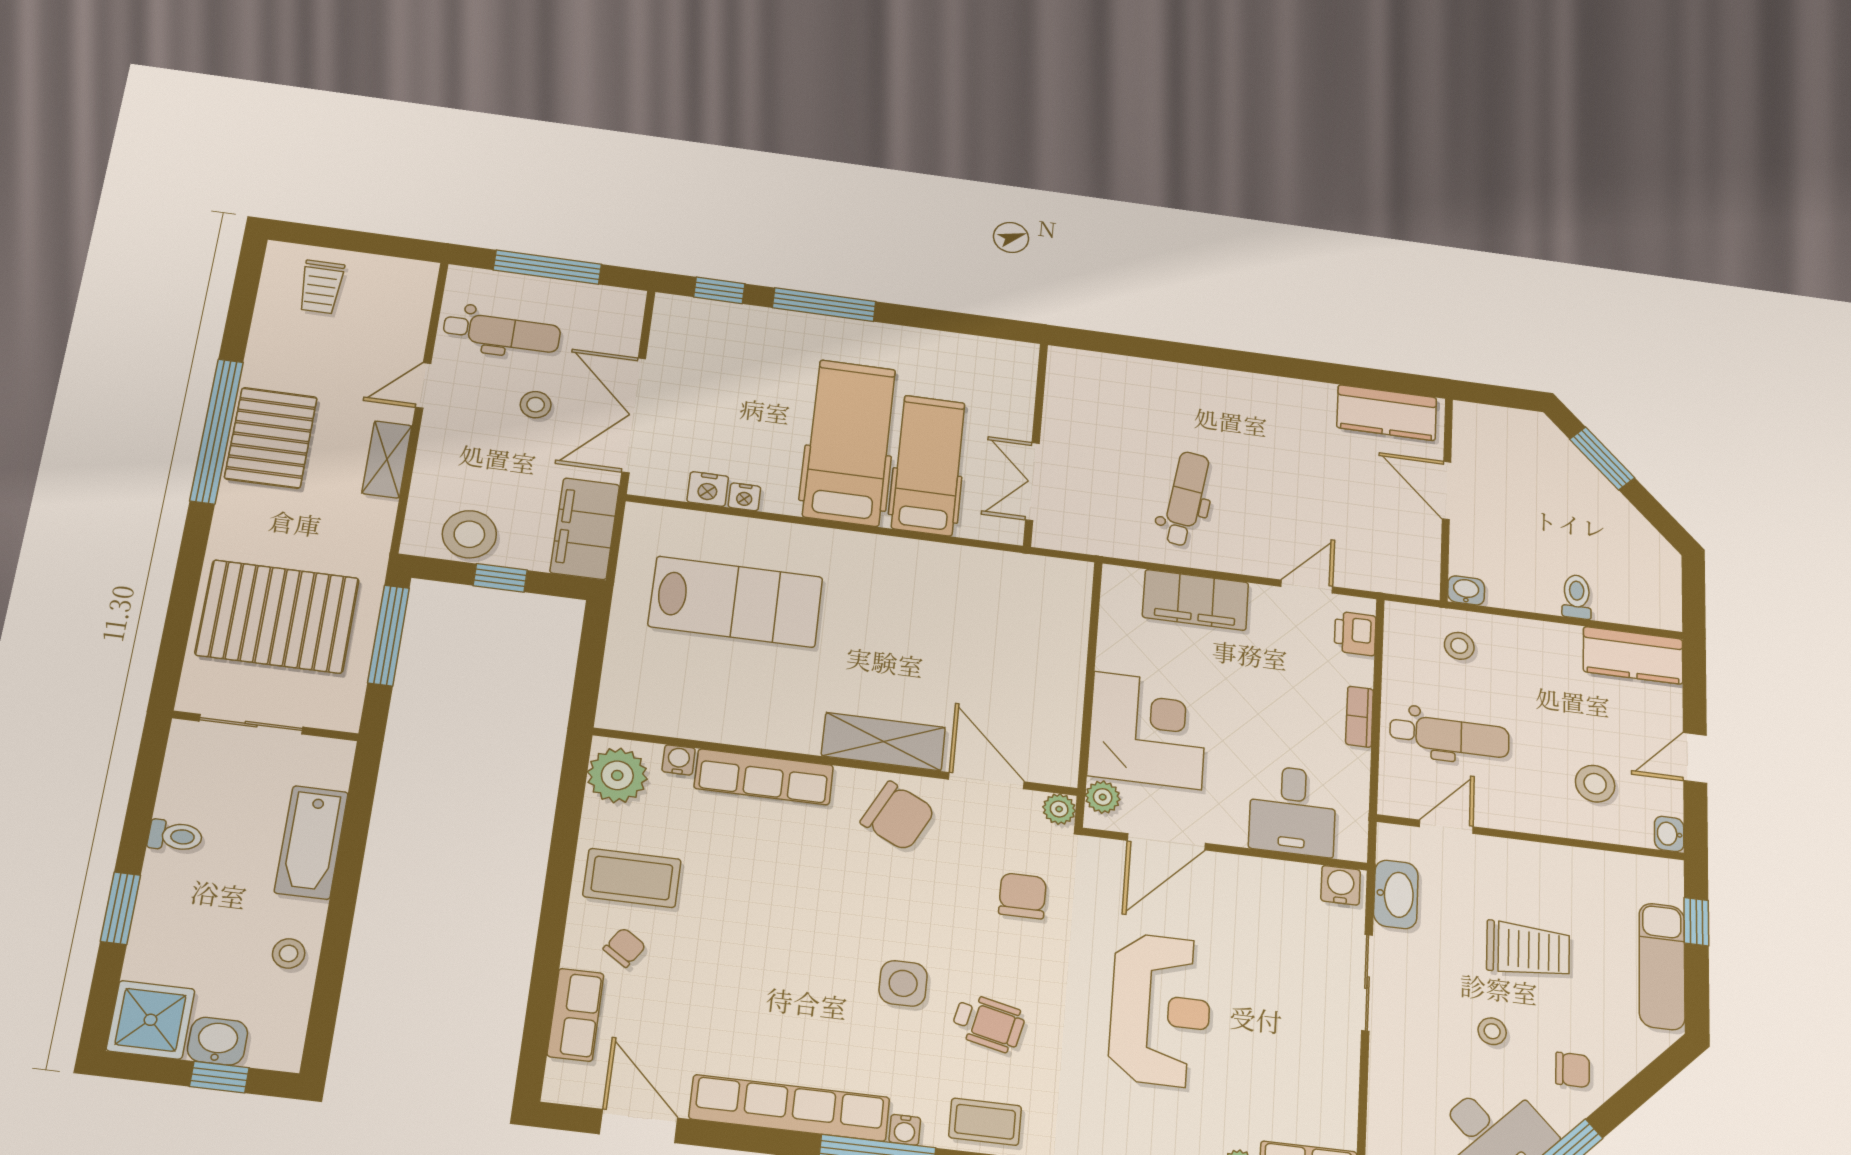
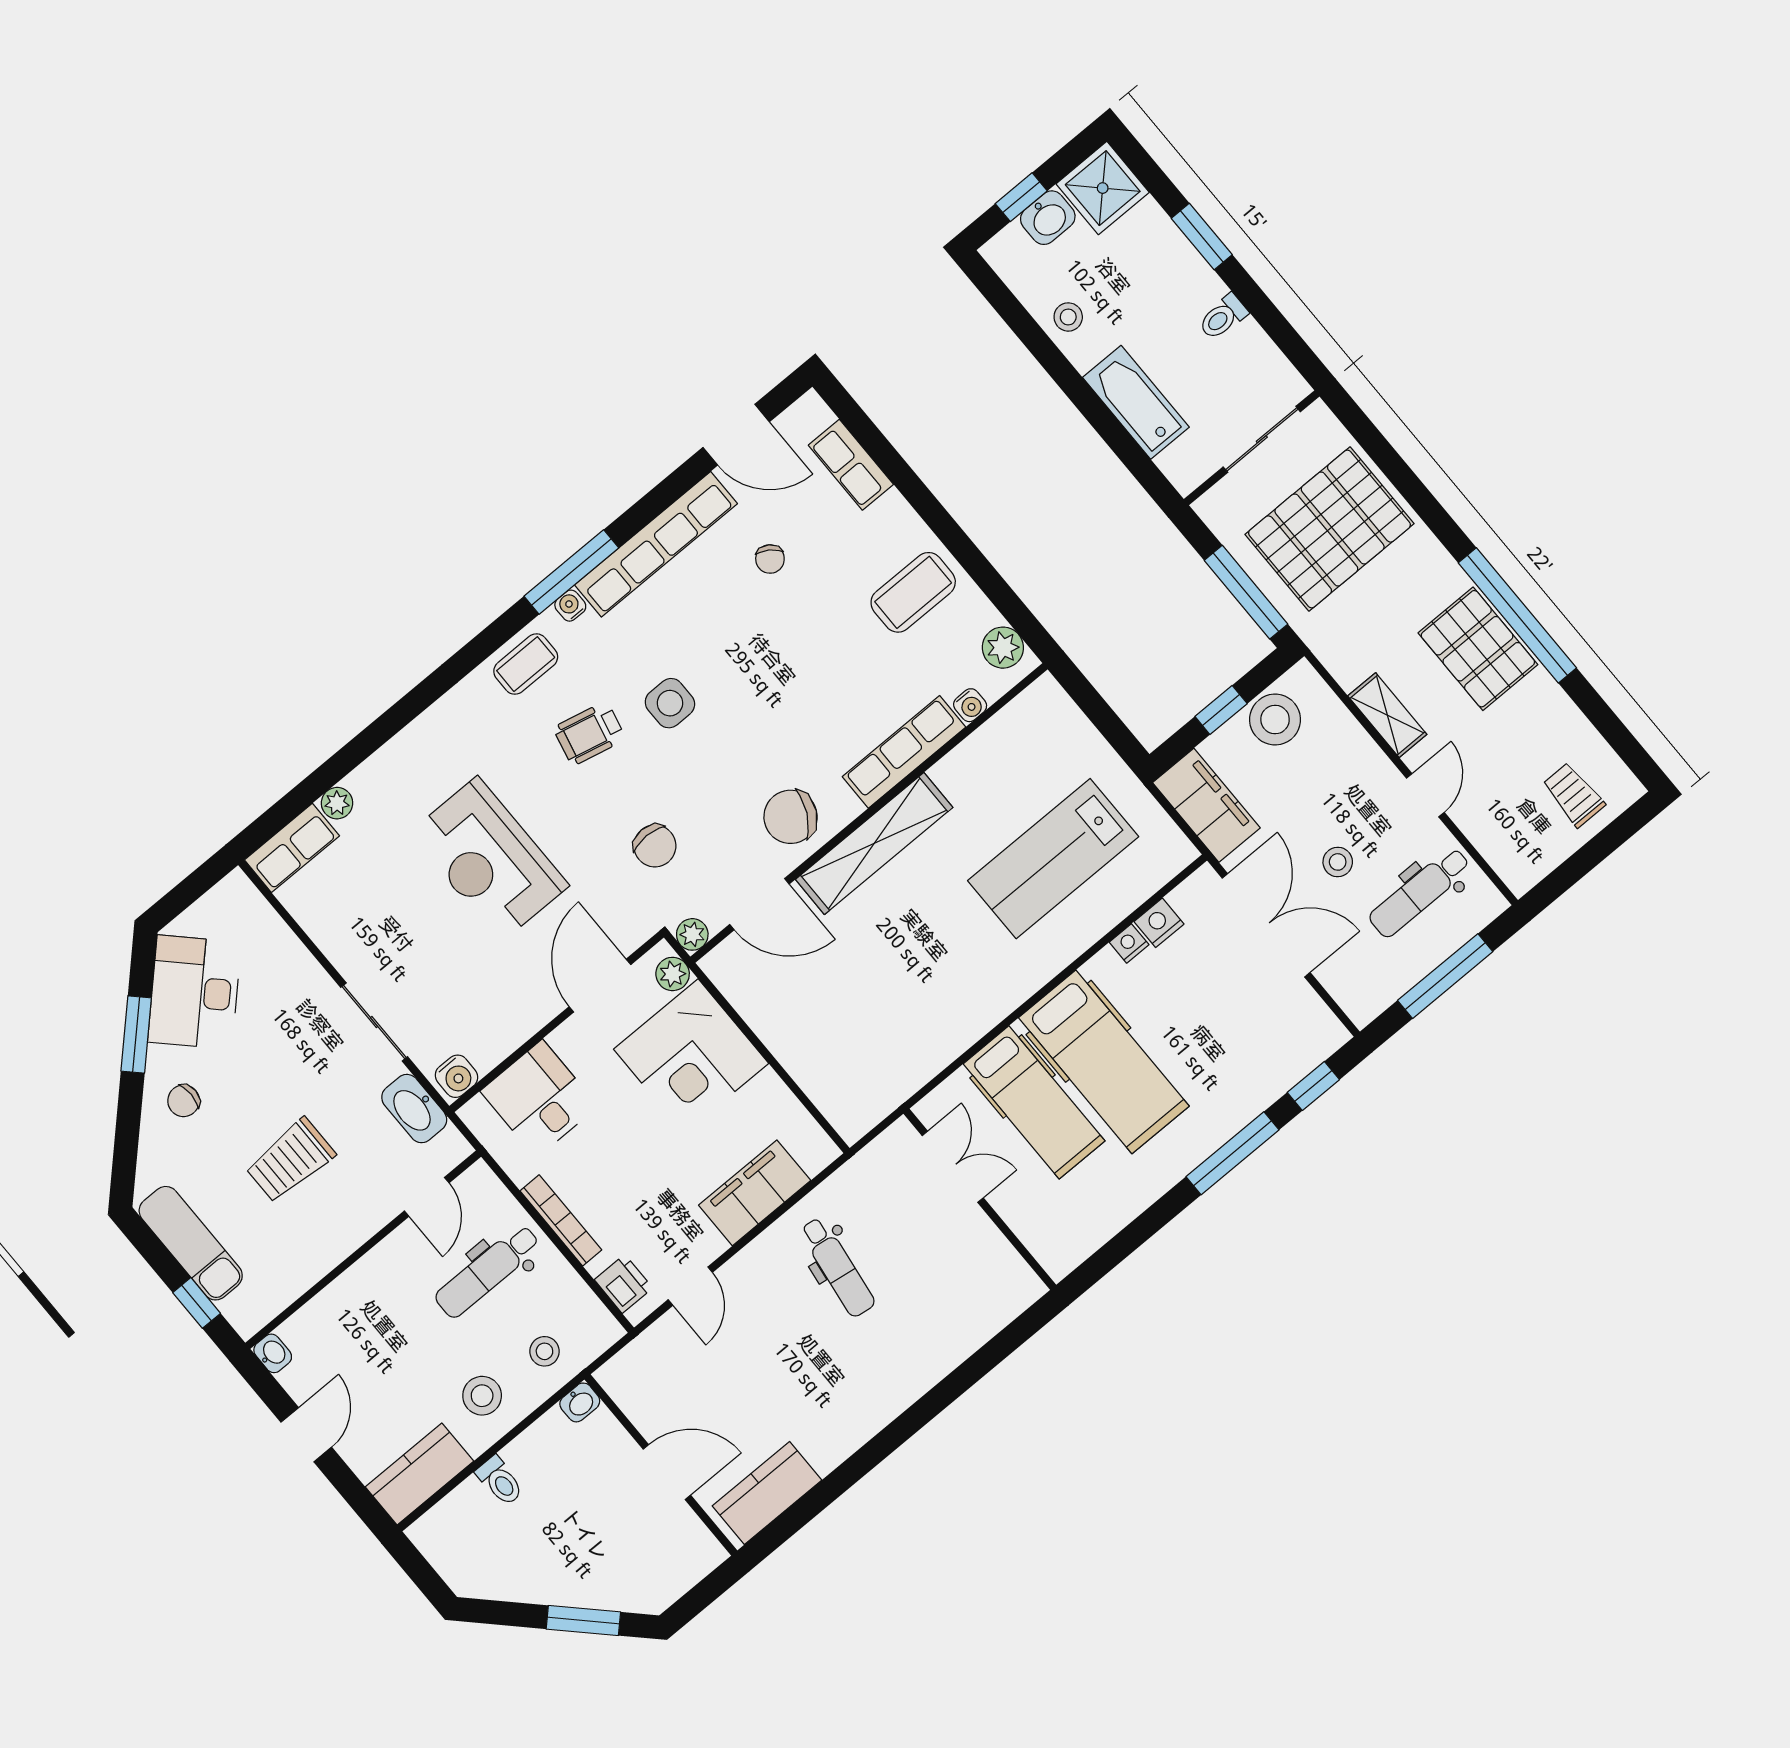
bookcase: (1360, 717) -> (561, 1220), width x1.56
shelving: (883, 742) -> (874, 843), width x1.47
plant: (617, 775) -> (1003, 648), width x0.73, depth x0.73
stool: (1595, 784) -> (482, 1396), moved
chair: (625, 947) -> (770, 559), moved
stool: (1492, 1031) -> (261, 1073), removed

